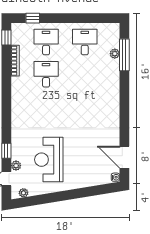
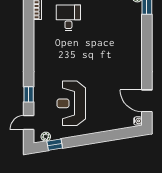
plant: (16, 166) -> (38, 109), removed
window: (32, 201) -> (55, 145), added

